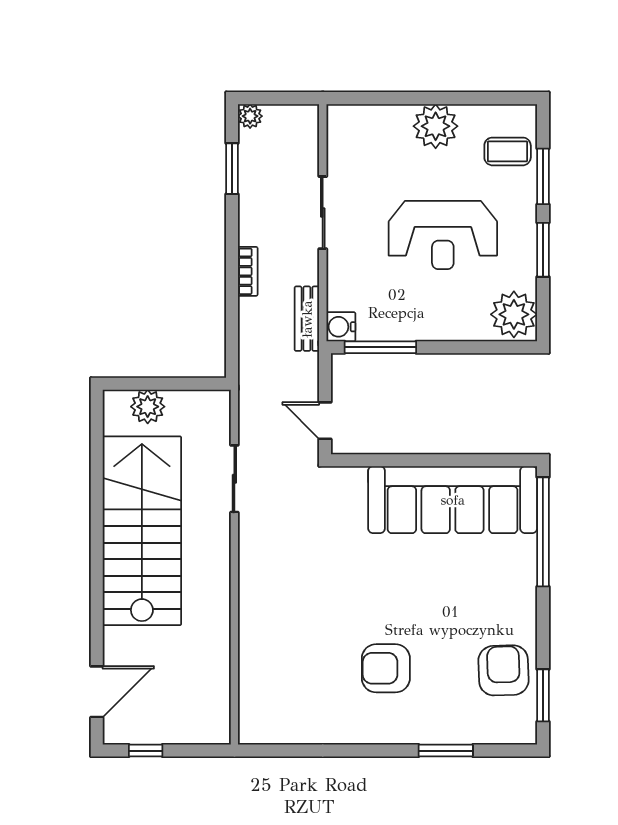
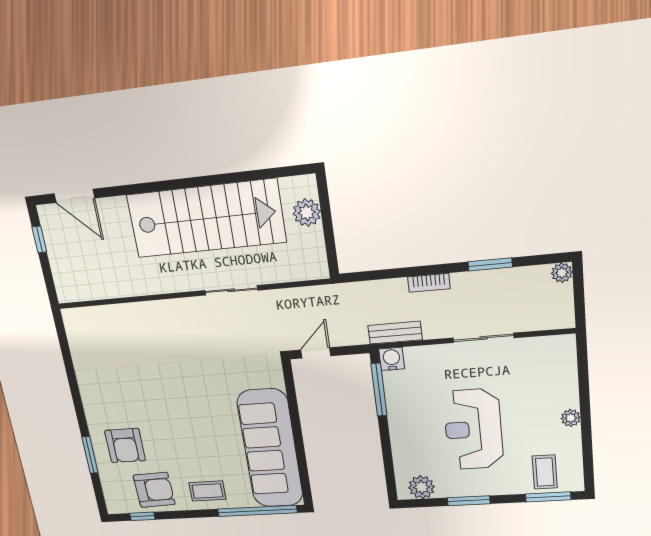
plant: (436, 126) -> (571, 418), width x0.53, depth x0.53
window: (232, 169) -> (490, 264), moved
window: (543, 176) -> (548, 497), moved
plant: (514, 314) -> (421, 487), width x0.73, depth x0.73
sliding door: (234, 479) -> (231, 290), moved
coffee table: (509, 596) -> (207, 491), added
armchair: (386, 668) -> (125, 446), moved, turned 180
window: (543, 695) -> (142, 516), width x0.67

